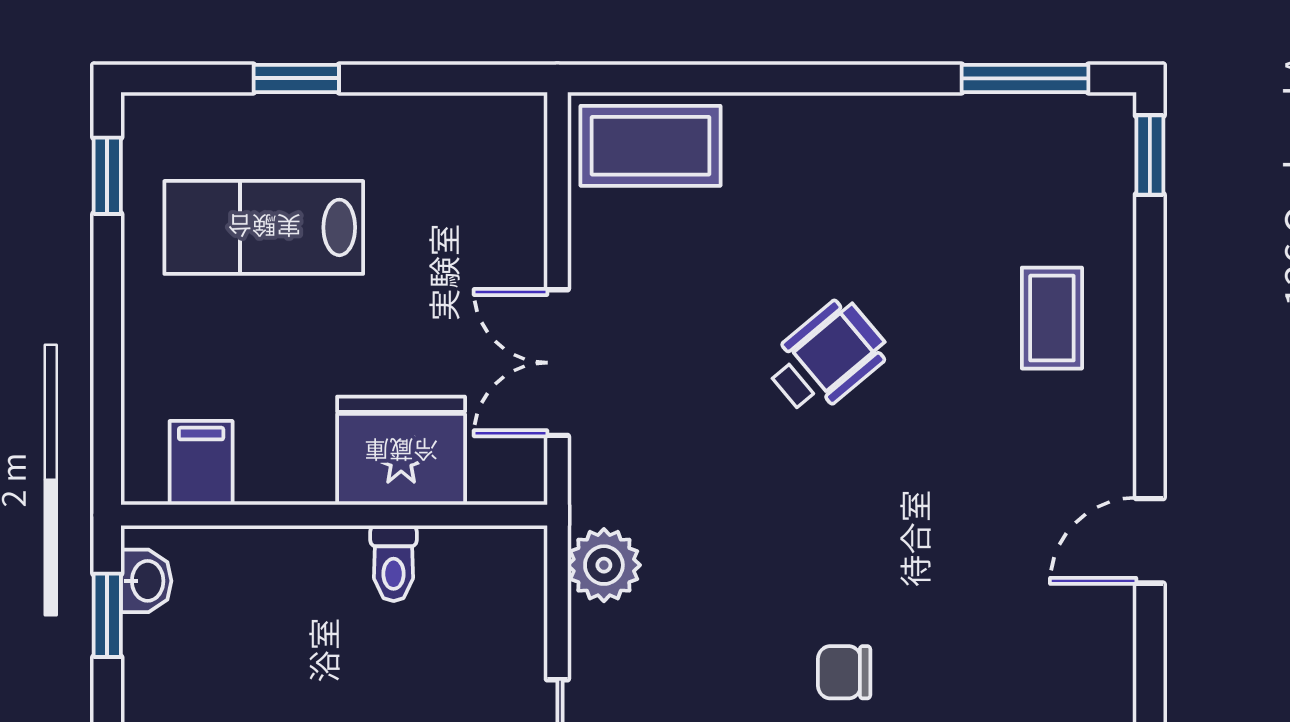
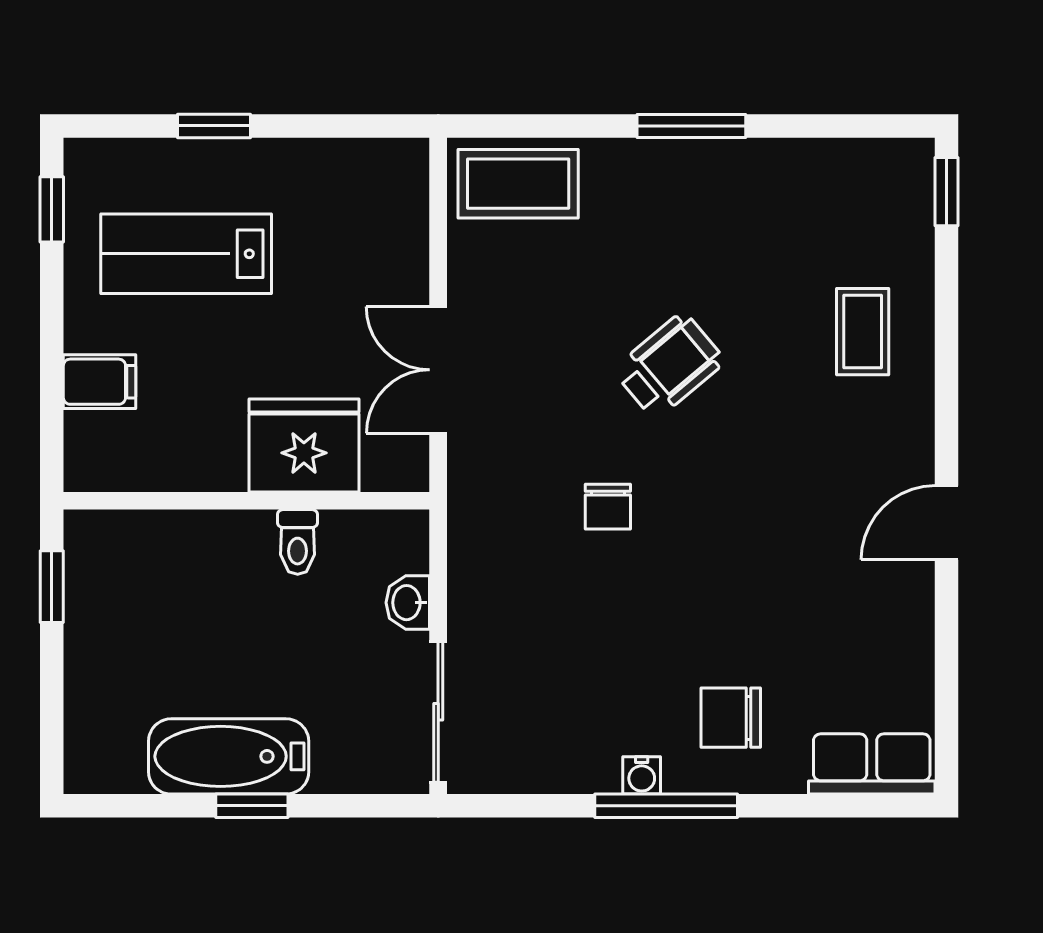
window: (1025, 78) -> (691, 126), moved
filing cabinet: (201, 463) -> (99, 382), moved, turned 90
plant: (604, 565) -> (478, 544), removed
washbasin: (146, 581) -> (408, 603), moved, turned 180
chair: (844, 672) -> (608, 507), moved, turned -90

